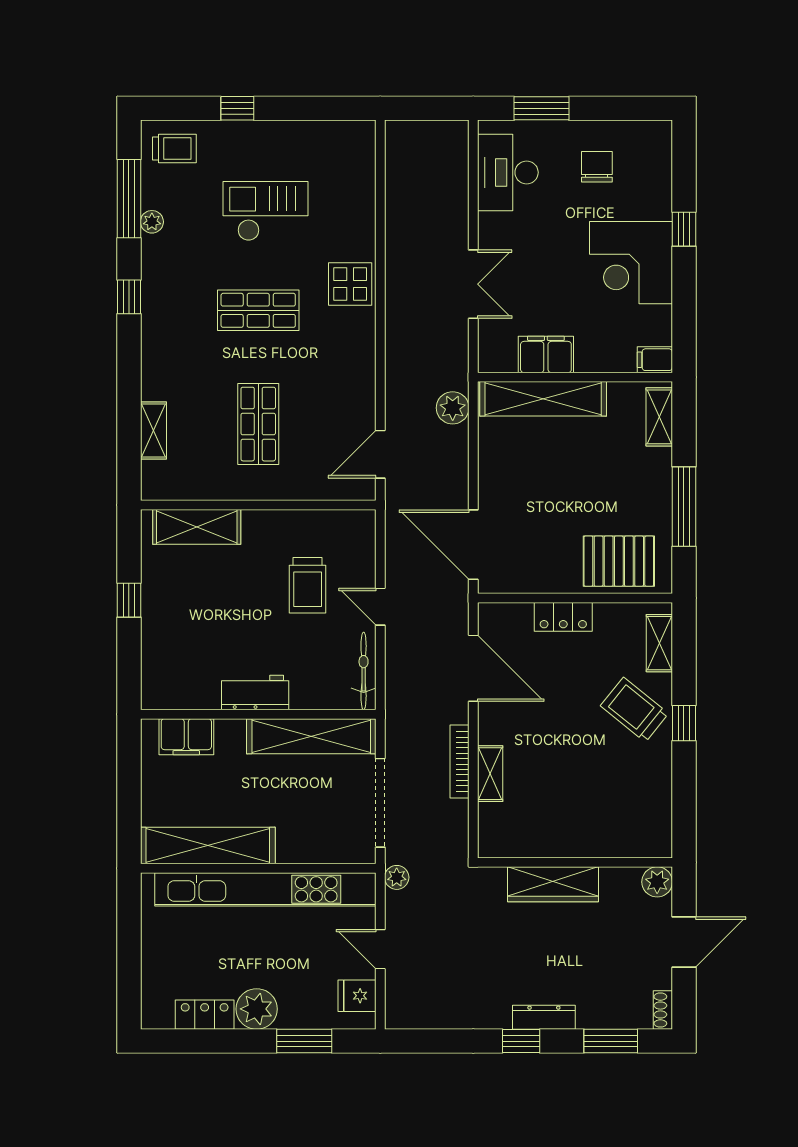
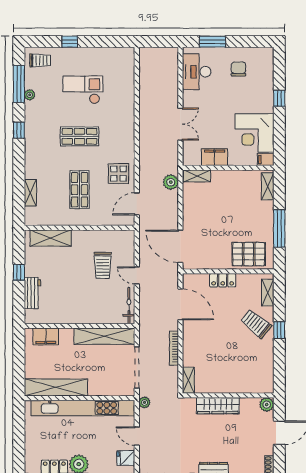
corner desk: (631, 263) -> (254, 133), moved
display table: (350, 284) -> (119, 174), moved
shelving: (543, 399) -> (197, 176), width x0.45, depth x0.75
workbench: (255, 693) -> (32, 293), moved, turned 90
shelving: (490, 774) -> (188, 380), moved

